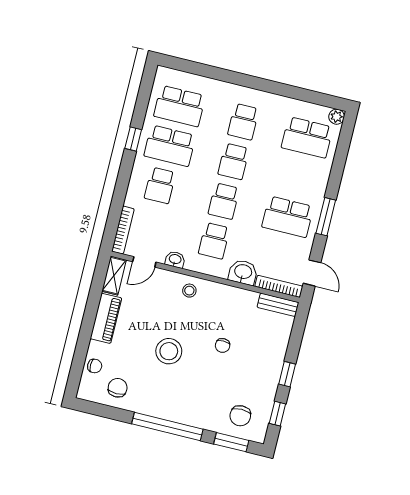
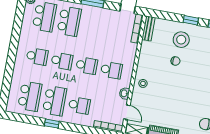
school desk: (288, 217) -> (69, 21), moved
washbasin: (243, 272) -> (130, 51), removed
stool: (169, 351) -> (181, 40), moved

